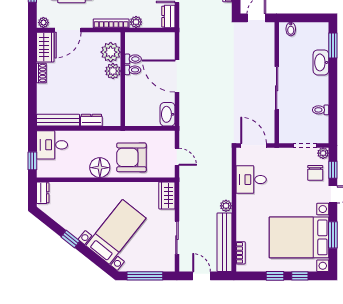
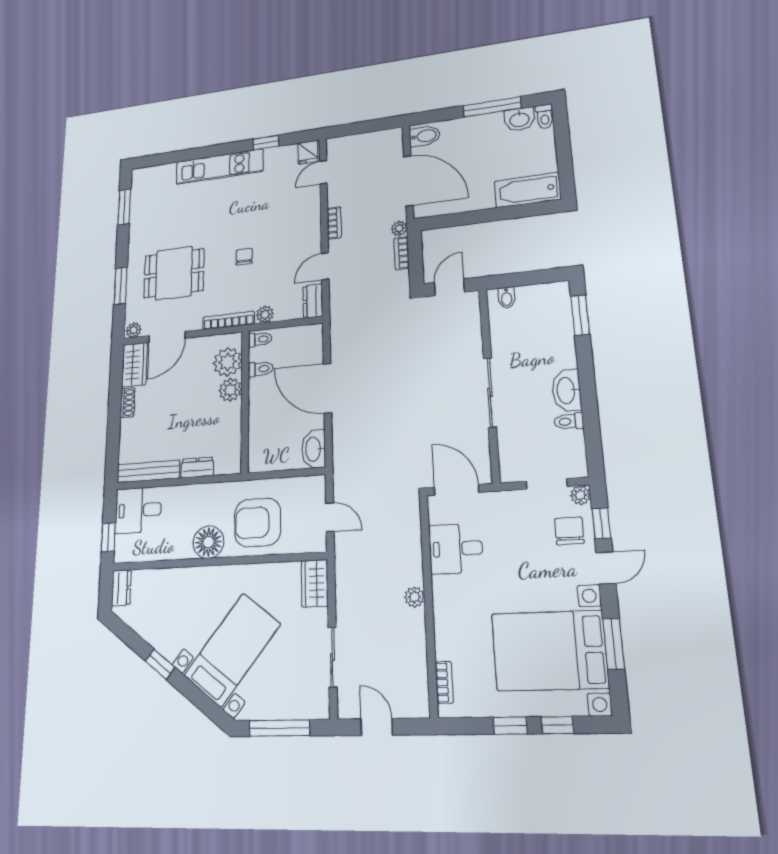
washbasin: (321, 62) -> (567, 390), moved
toilet: (133, 70) -> (260, 339), moved
chair: (315, 173) -> (569, 531), turned 180
bench: (224, 242) -> (415, 663), removed

